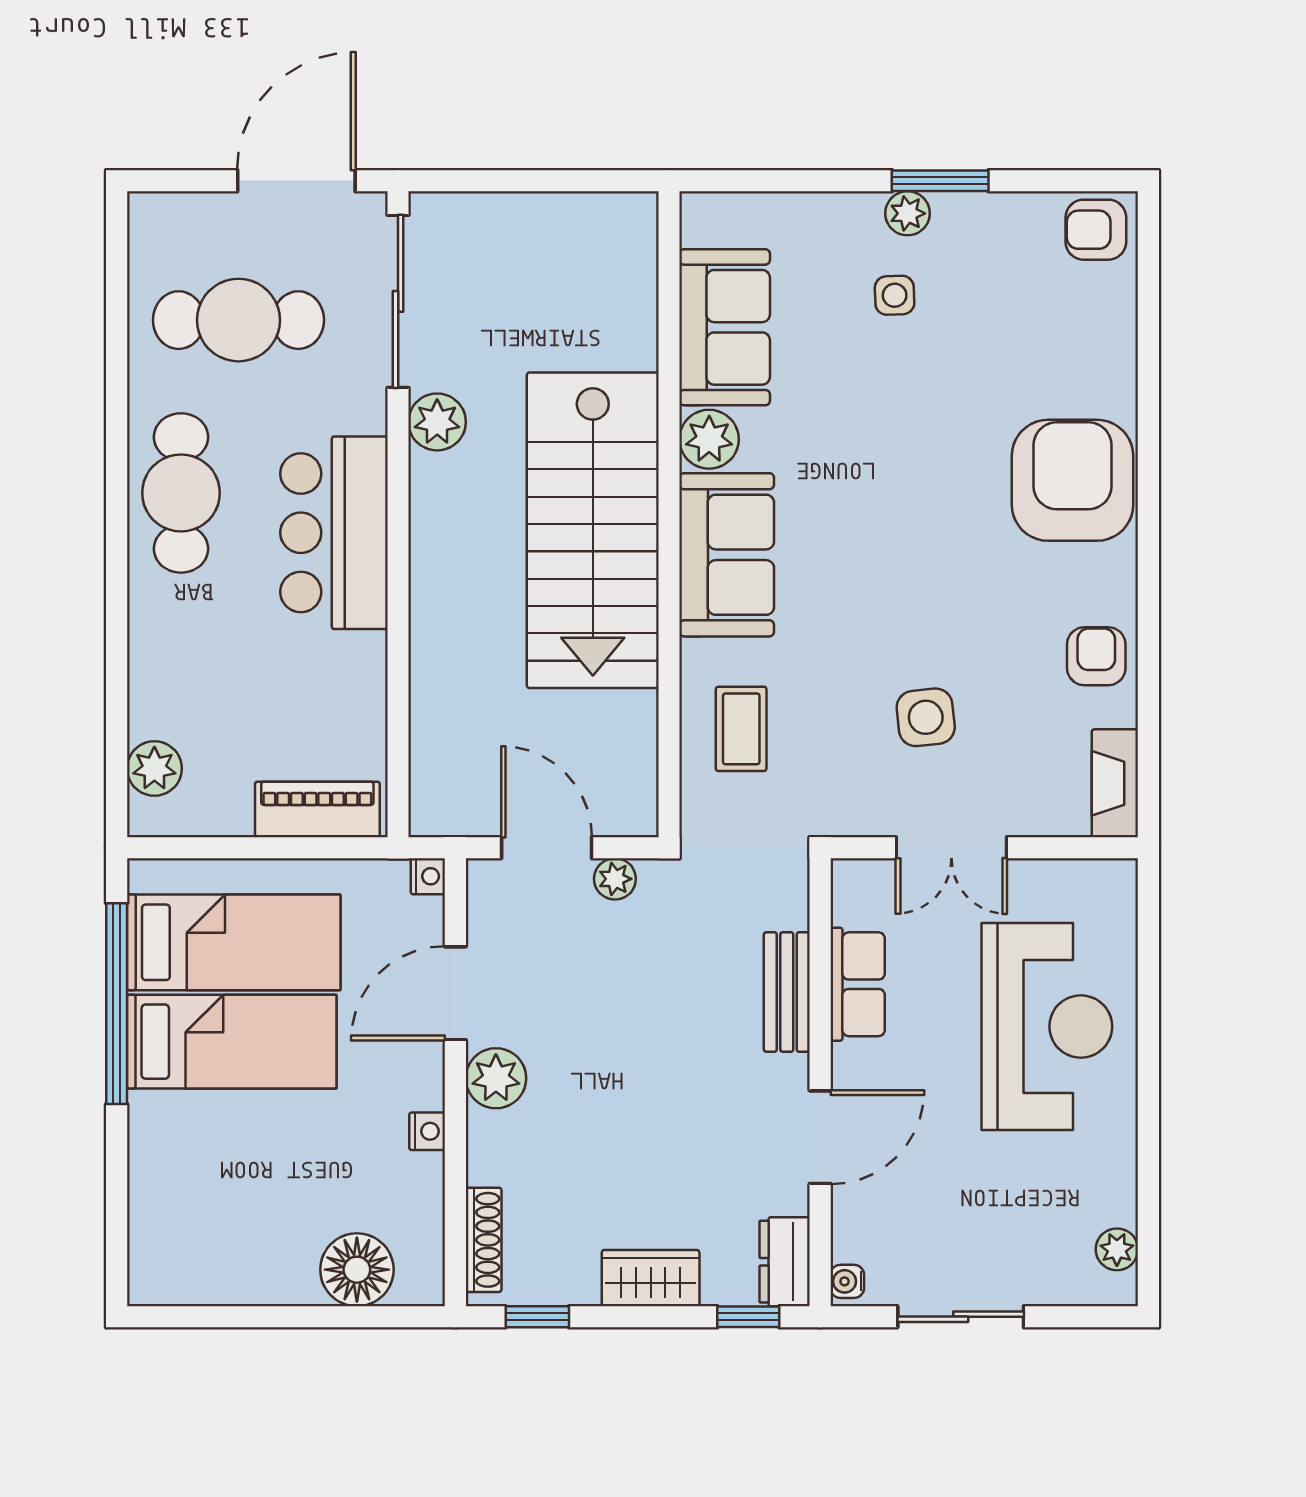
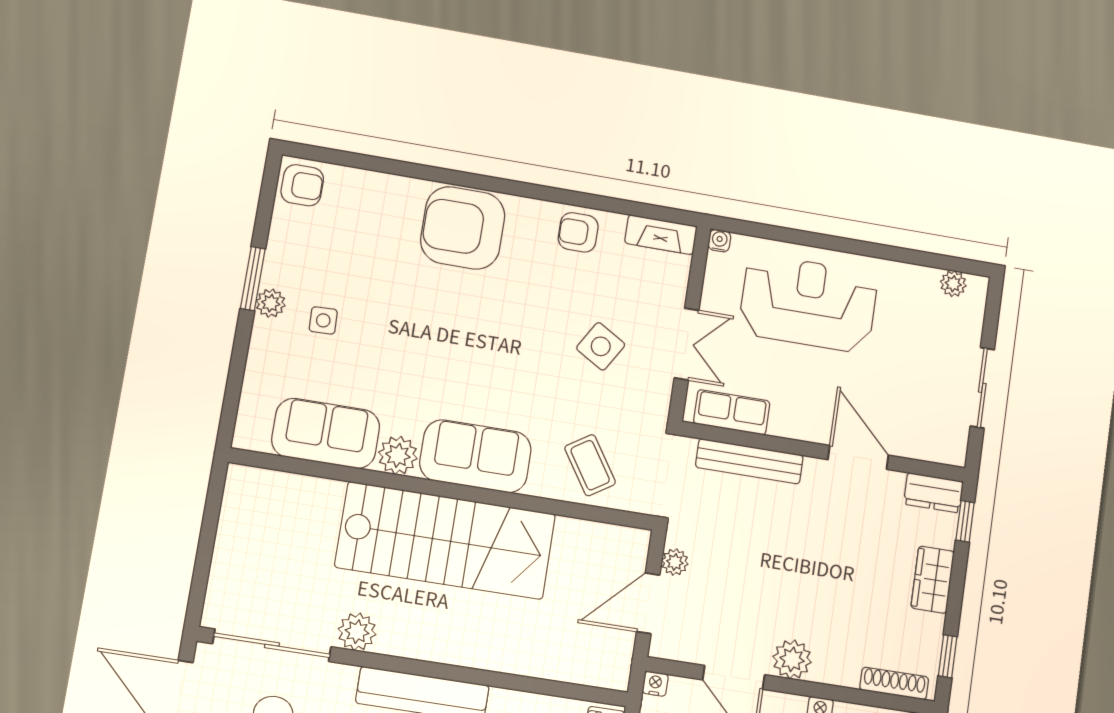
armchair: (1096, 230) -> (302, 185), turned -90
side table: (926, 717) -> (601, 346), turned 37
coffee table: (741, 729) -> (590, 465), turned 57
row of seats: (858, 984) -> (732, 412), moved
bench: (787, 992) -> (749, 461), width x1.36
water cooler: (847, 1281) -> (719, 241), moved, turned 180

